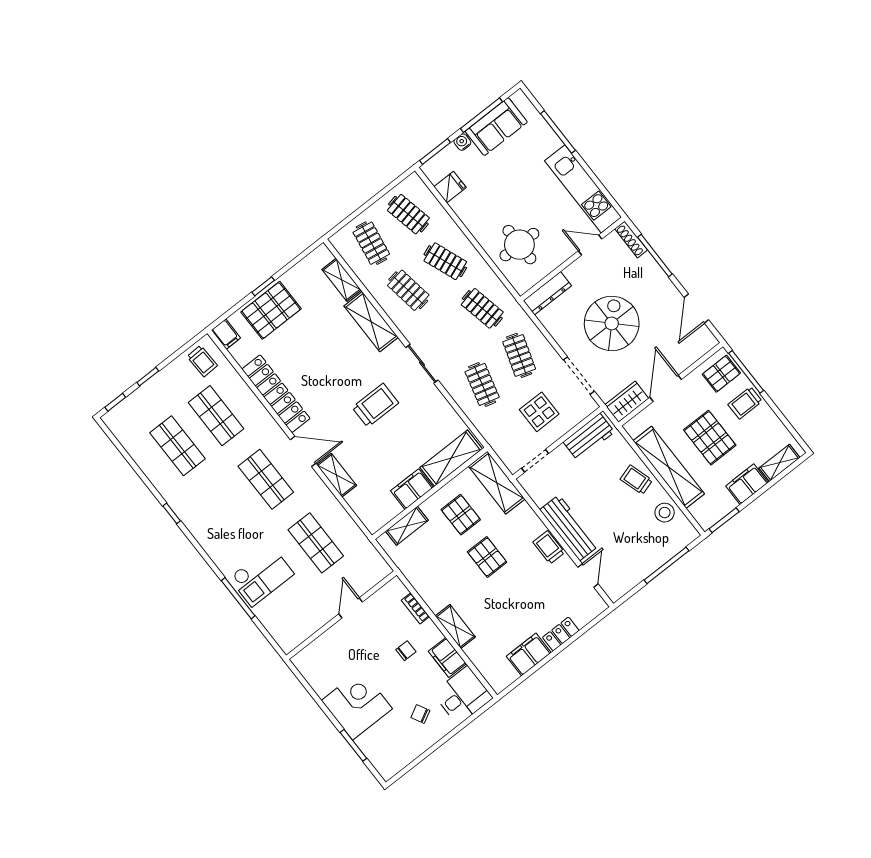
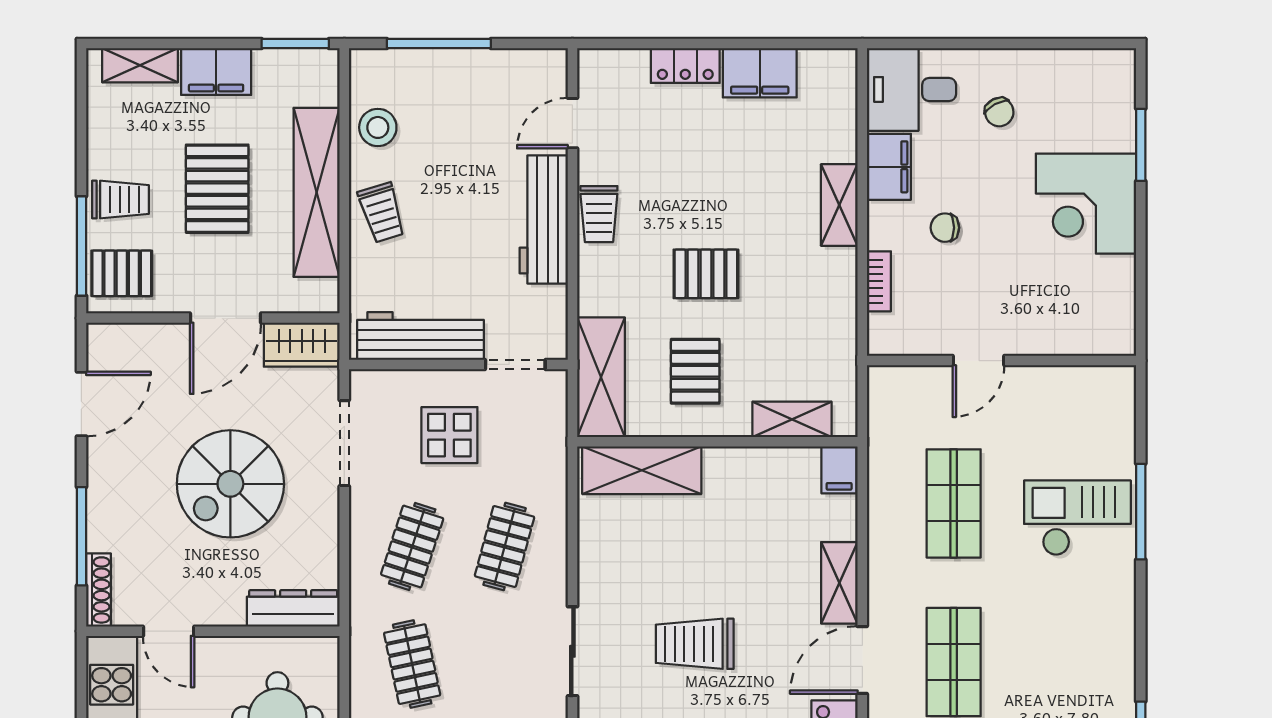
workbench: (589, 437) -> (421, 336), width x1.37
door: (303, 451) -> (862, 660), hinge flipped
filing cabinet: (412, 489) -> (839, 470), moved, width x0.50
pallet: (487, 557) -> (706, 274), turned 90

